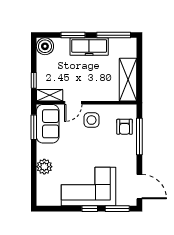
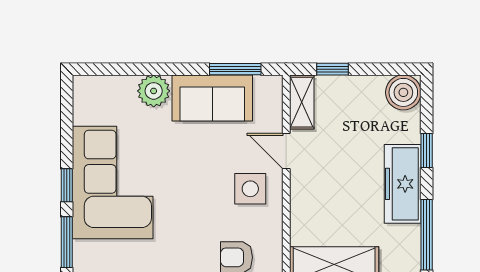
window: (73, 35) -> (427, 150), width x0.67
sofa: (48, 124) -> (212, 98), moved

